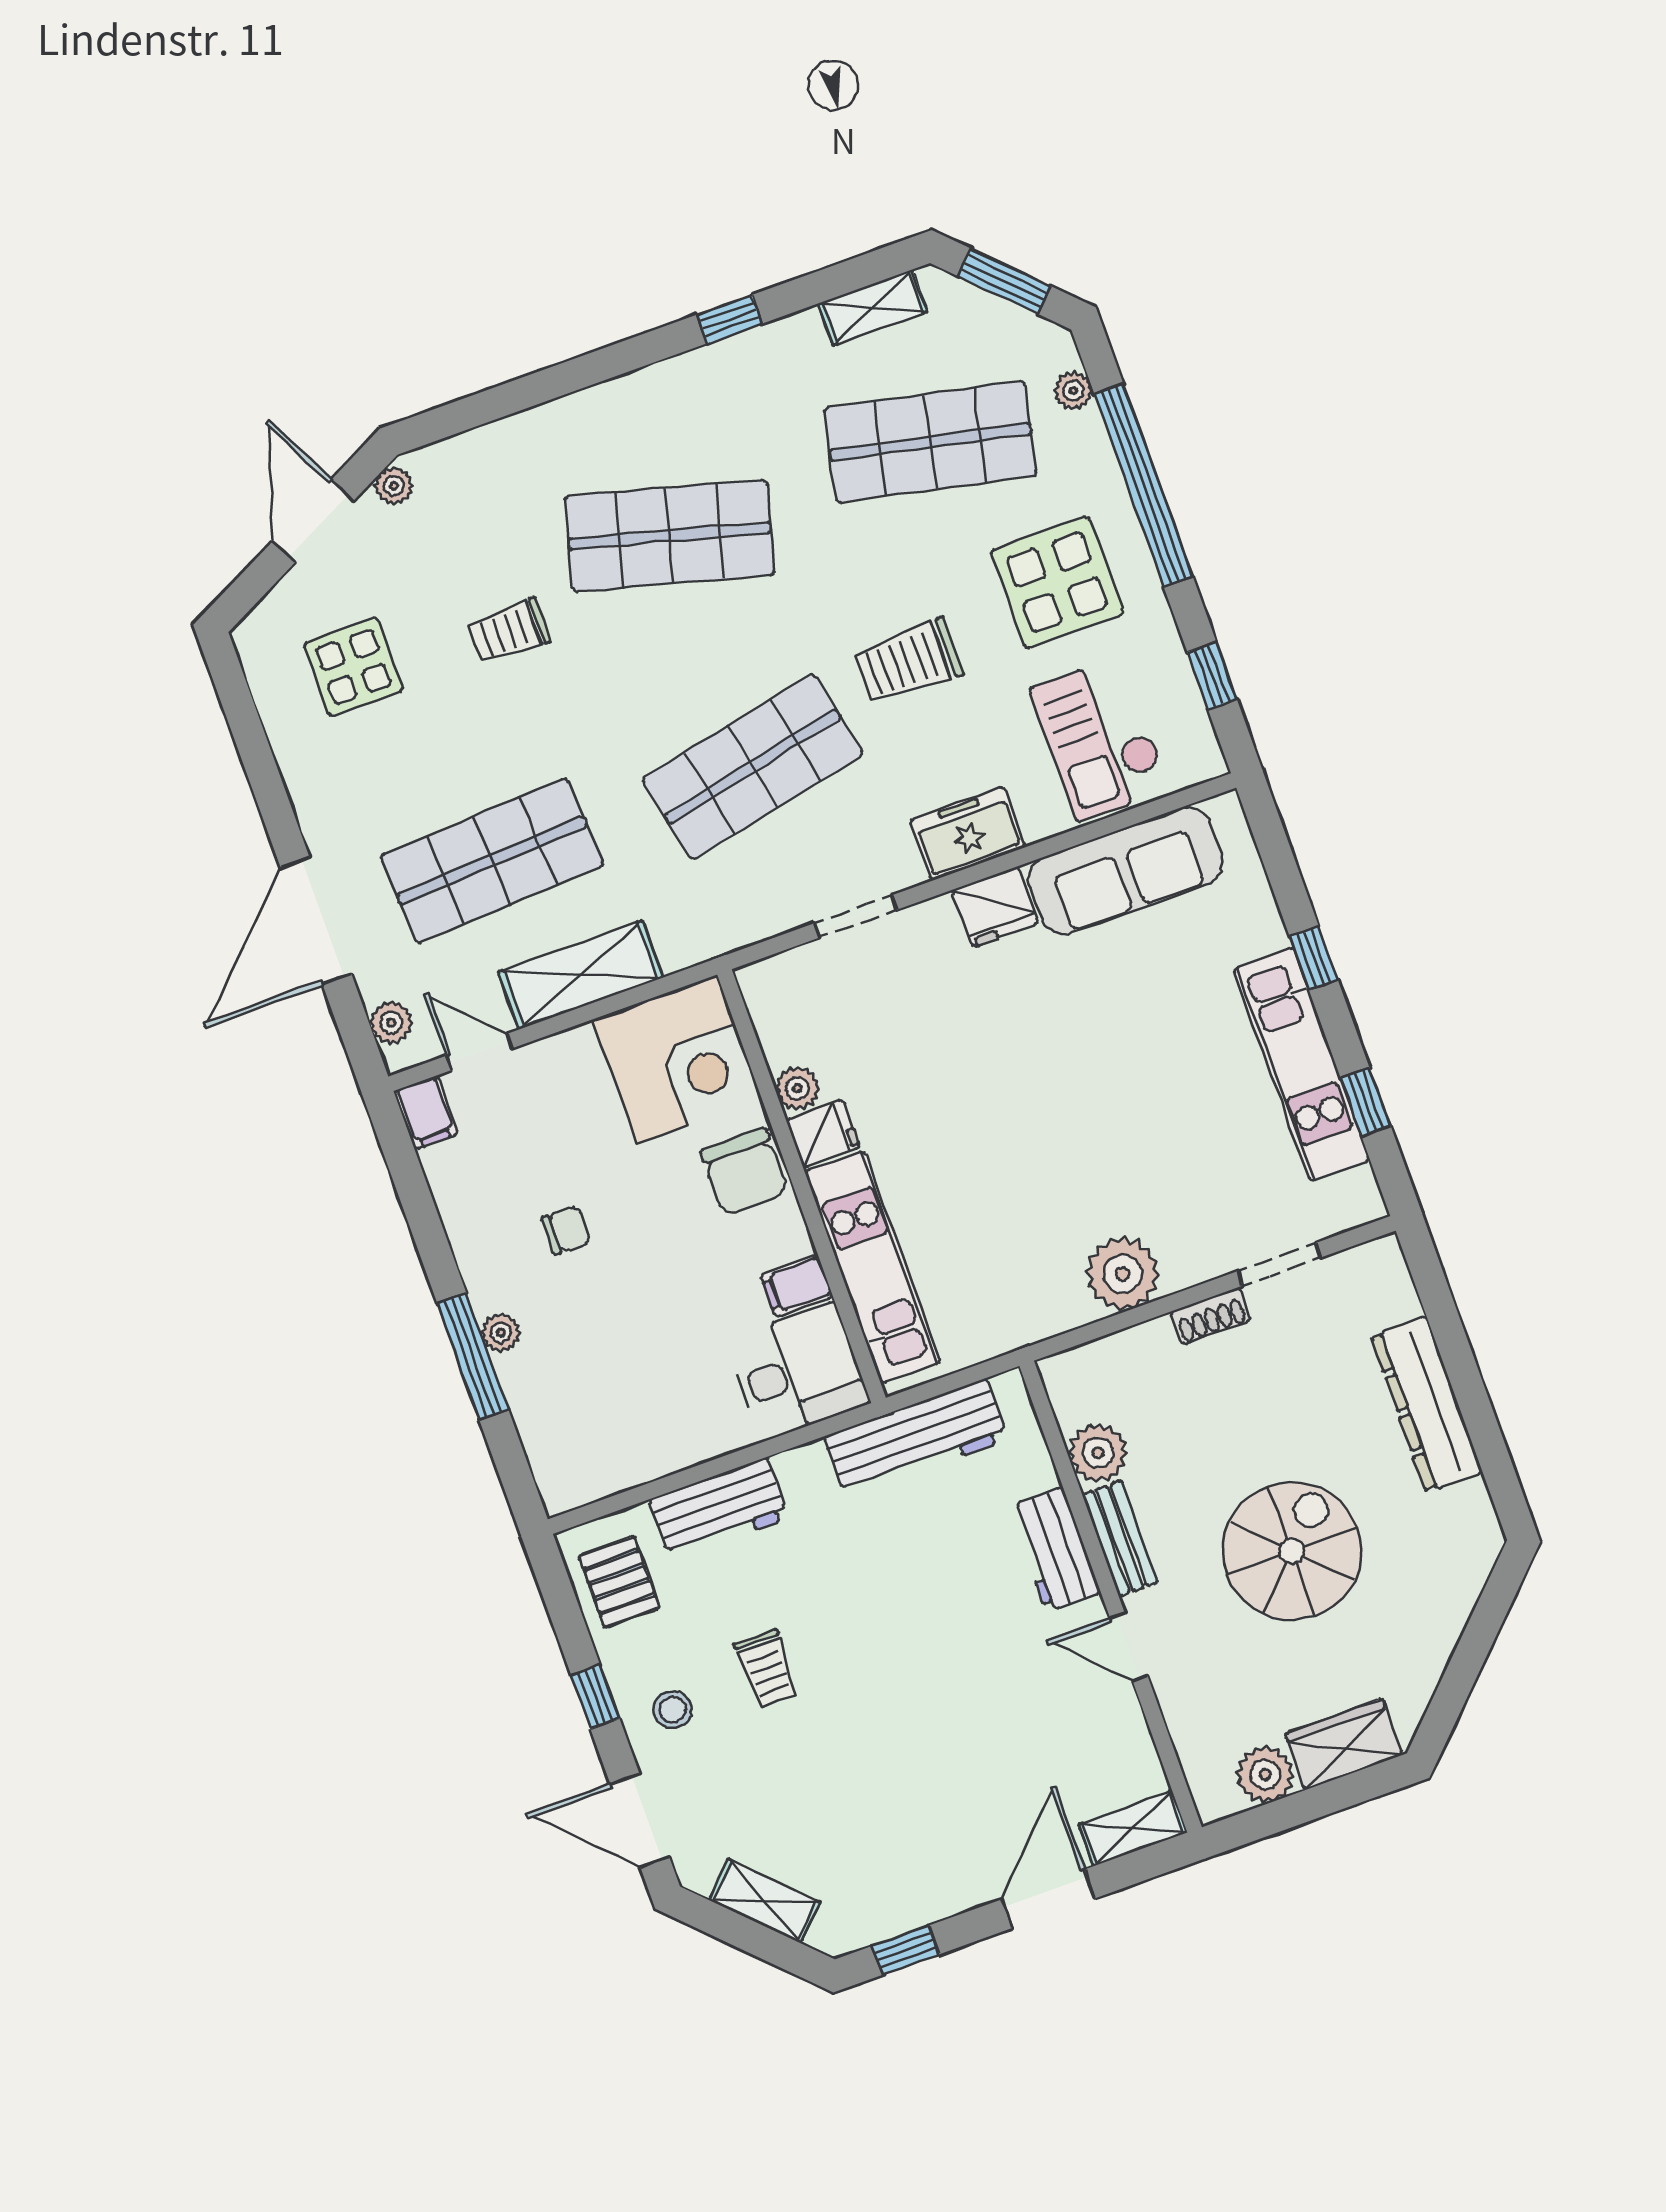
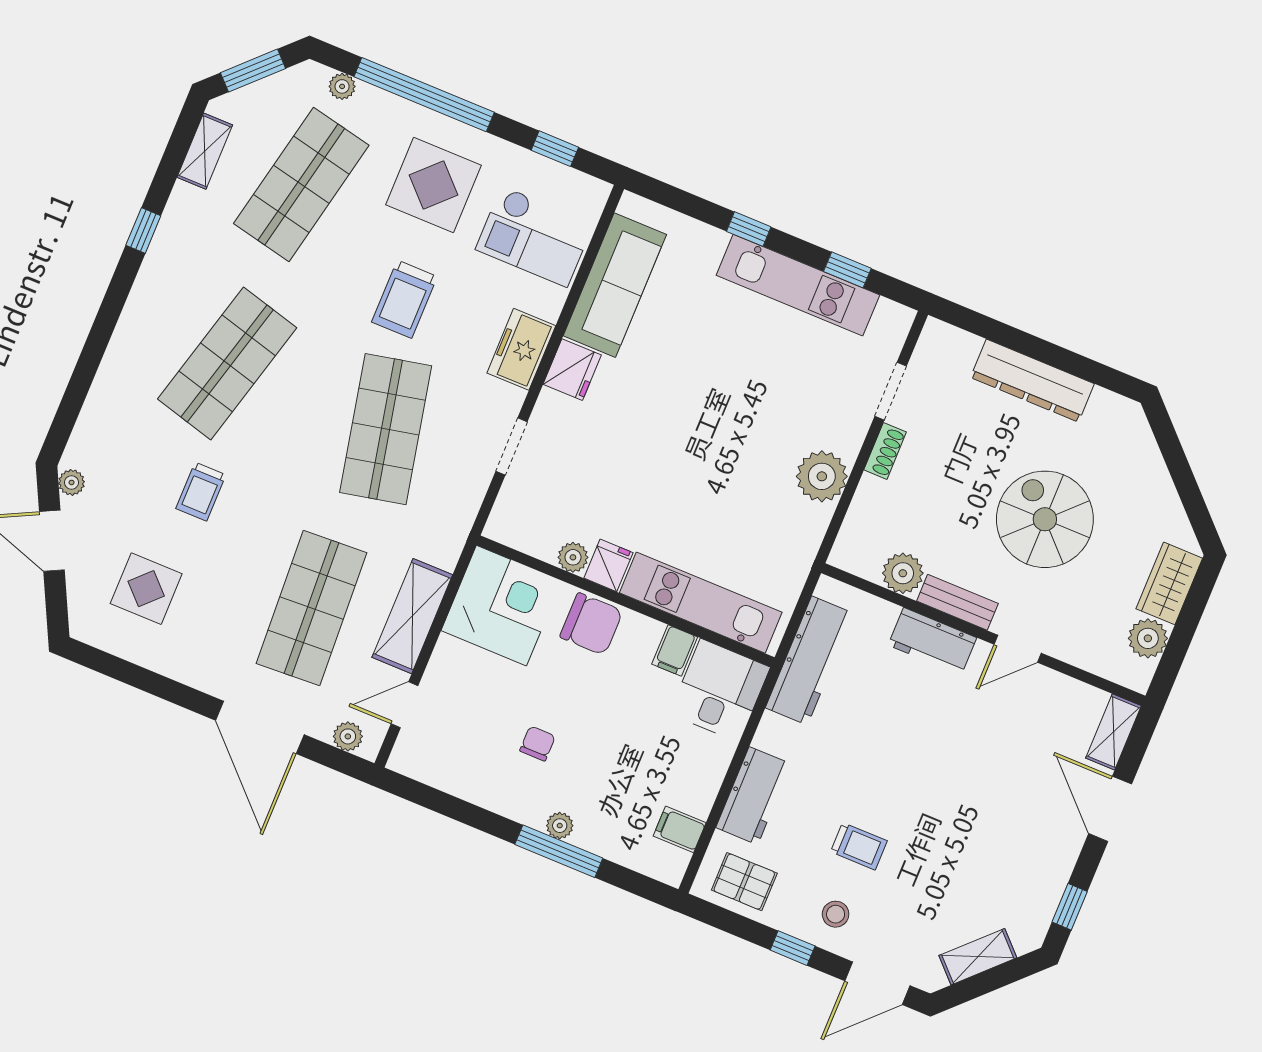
filing cabinet: (426, 1113) -> (680, 829), moved, turned 180

